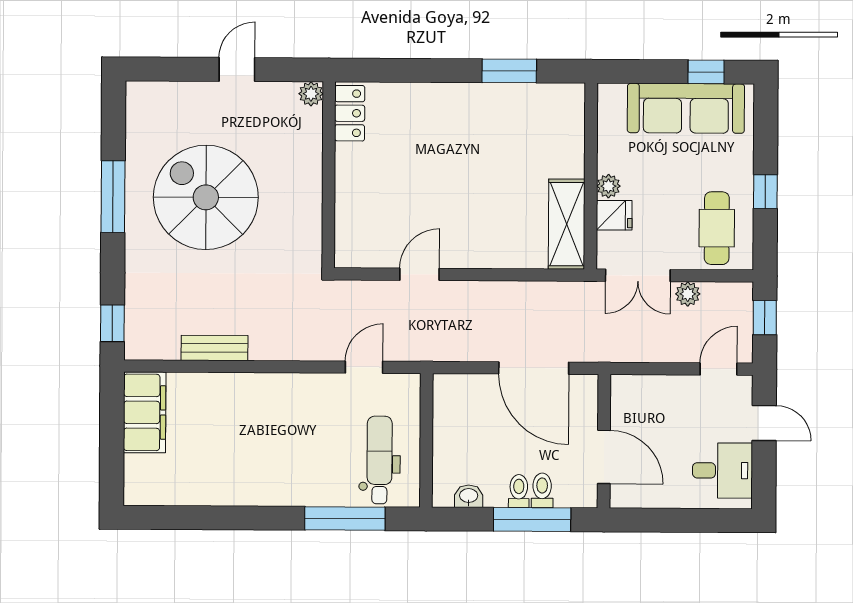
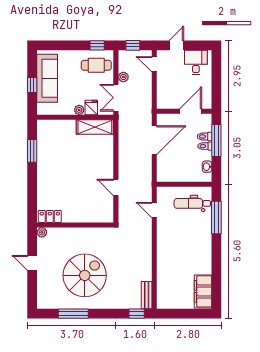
window: (706, 72) -> (32, 85), moved
window: (765, 192) -> (97, 45), moved
window: (113, 197) -> (73, 314), moved
spiral stairs: (206, 197) -> (85, 275), turned 180
double door: (638, 275) -> (116, 98), swing flipped
bench: (214, 348) -> (147, 295), moved
filing cabinet: (145, 412) -> (203, 291), moved, turned -90

